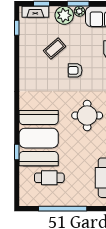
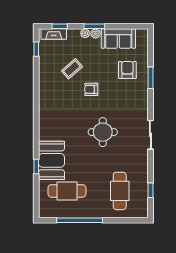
plant: (64, 15) -> (85, 33), width x0.53, depth x0.53
booth: (39, 138) -> (51, 160), width x0.73, depth x0.70
cafe table: (49, 178) -> (67, 191), width x1.37, depth x1.35

